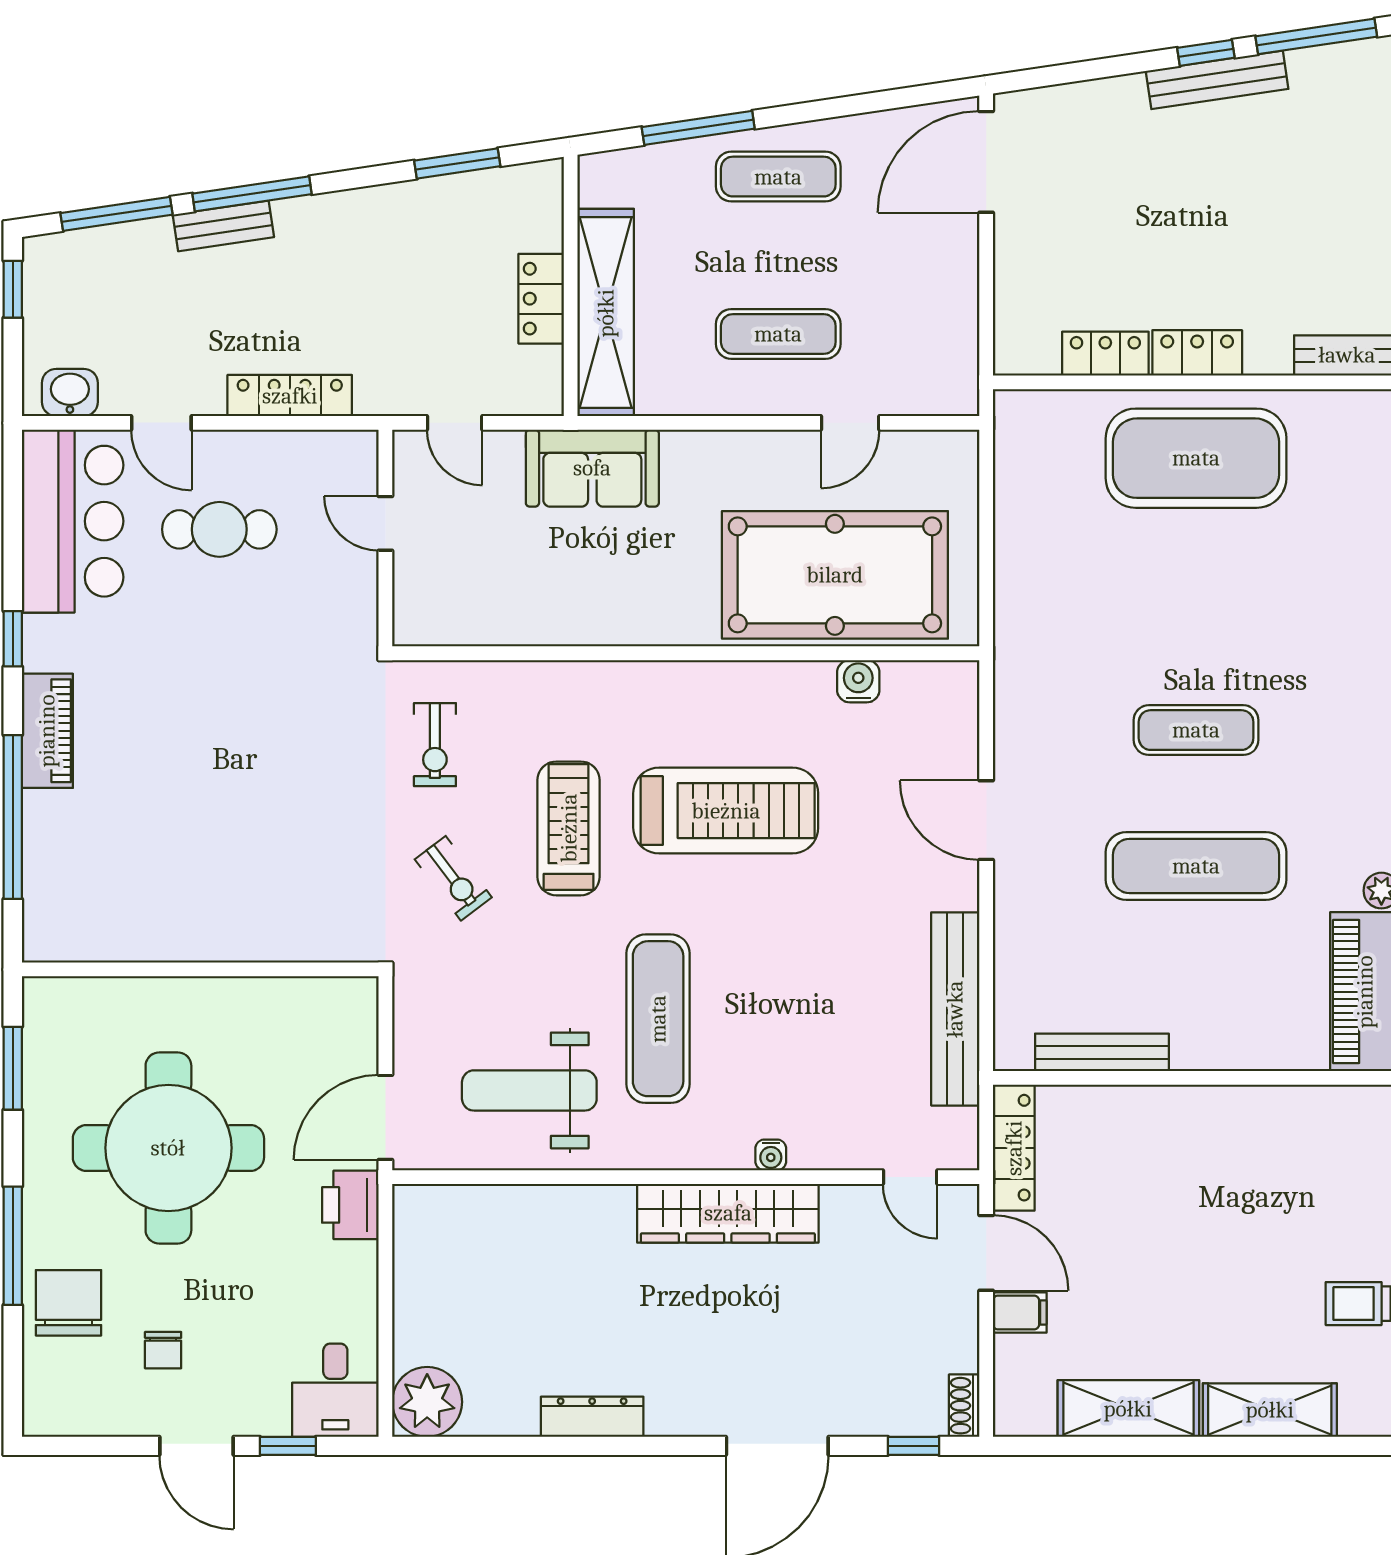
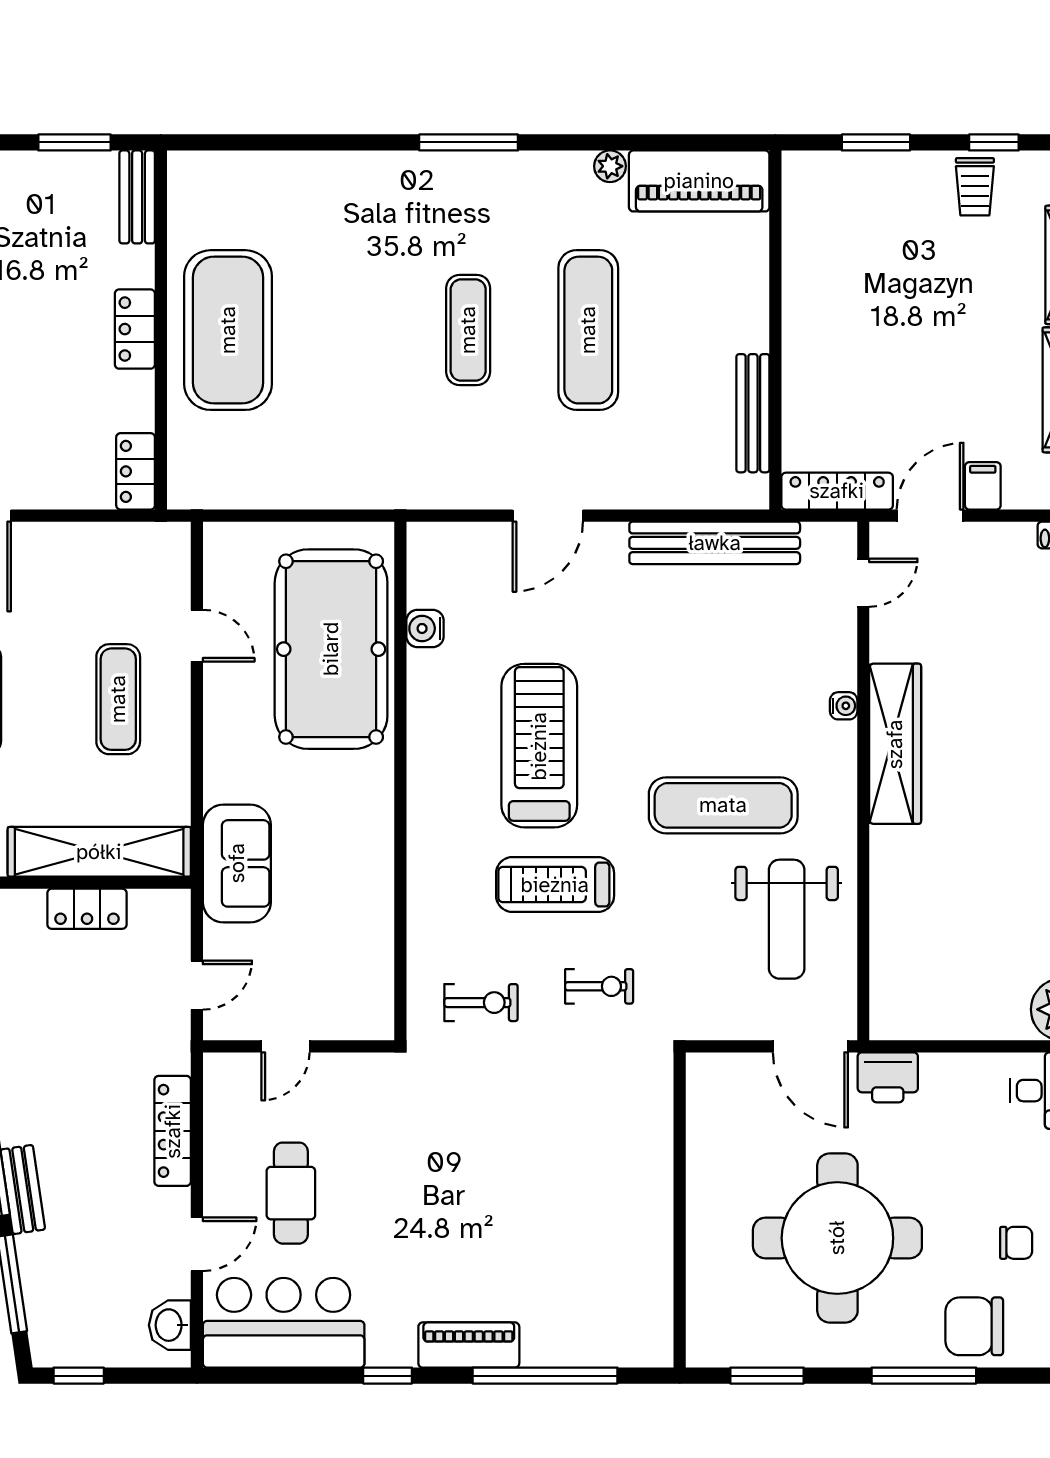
locker: (1105, 354) -> (136, 471), moved
exercise bike: (453, 878) -> (599, 986), turned 37

